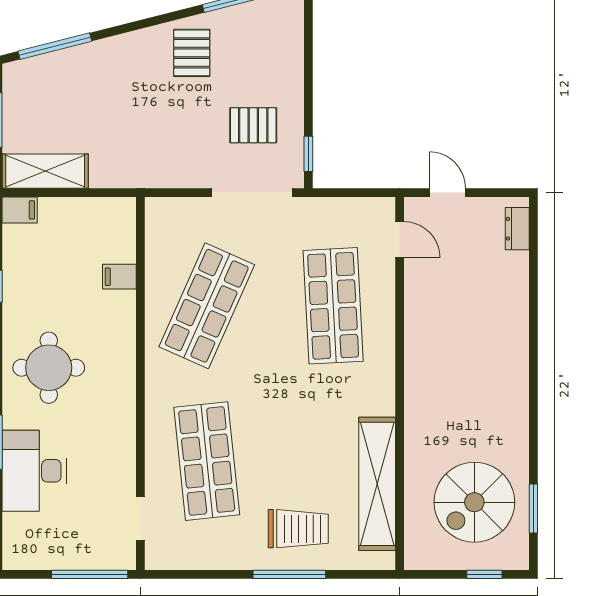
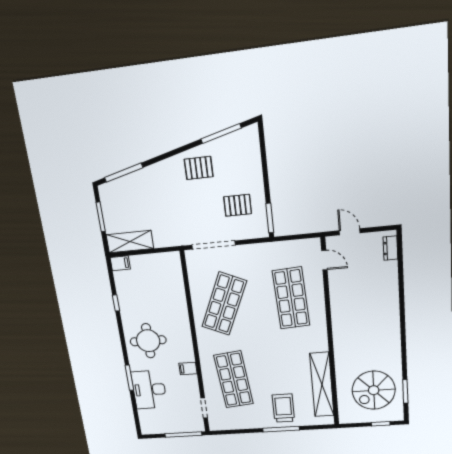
pallet: (192, 53) -> (199, 168), turned 90
window: (308, 154) -> (270, 218), width x1.50
doorway: (252, 193) -> (214, 245), moved
filing cabinet: (119, 277) -> (188, 369), moved
trolley: (298, 529) -> (283, 408), turned -90

